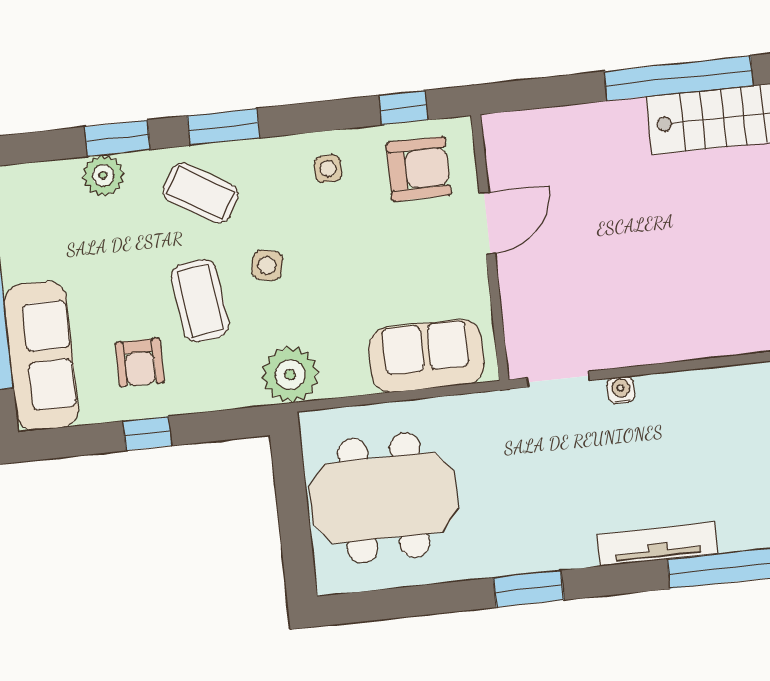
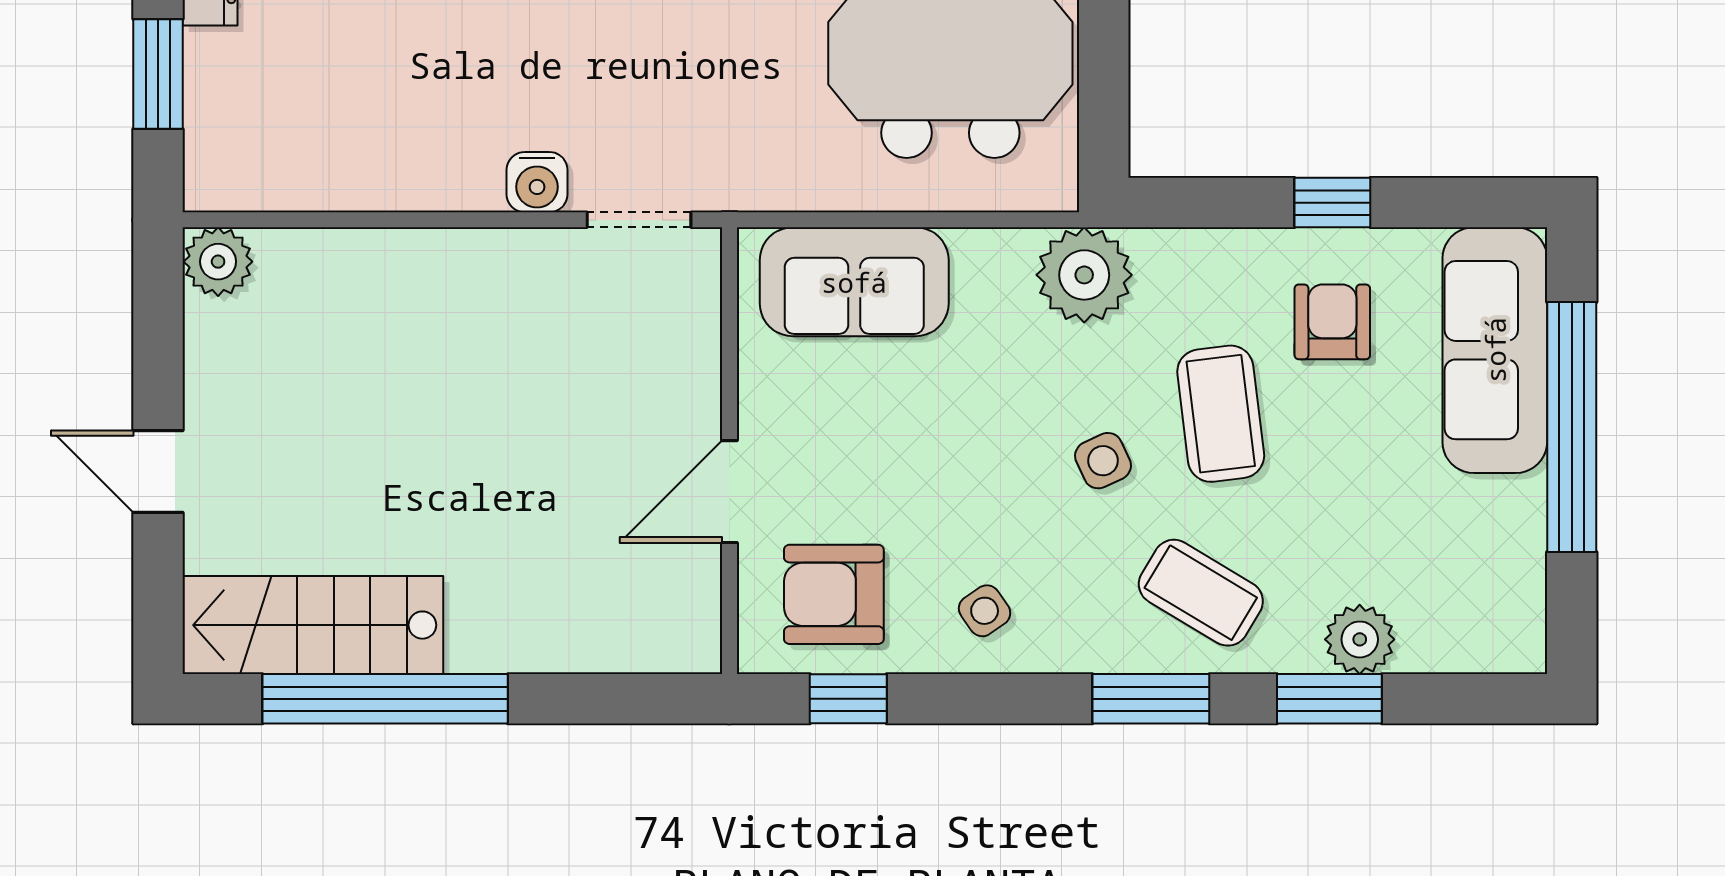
side table: (328, 169) -> (985, 611), turned -35
side table: (267, 265) -> (1103, 461), turned -38
water cooler: (621, 390) -> (537, 182), width x1.38, depth x1.38

